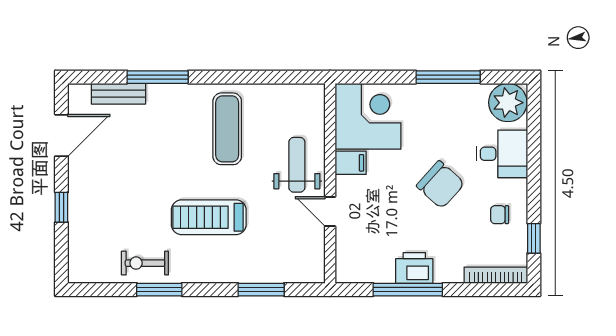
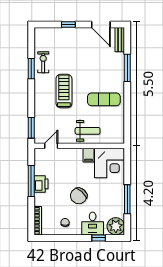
bench: (118, 94) -> (120, 40), moved
door: (330, 211) -> (51, 146), moved
window: (534, 238) -> (99, 238), moved
window: (261, 290) -> (31, 128), moved

